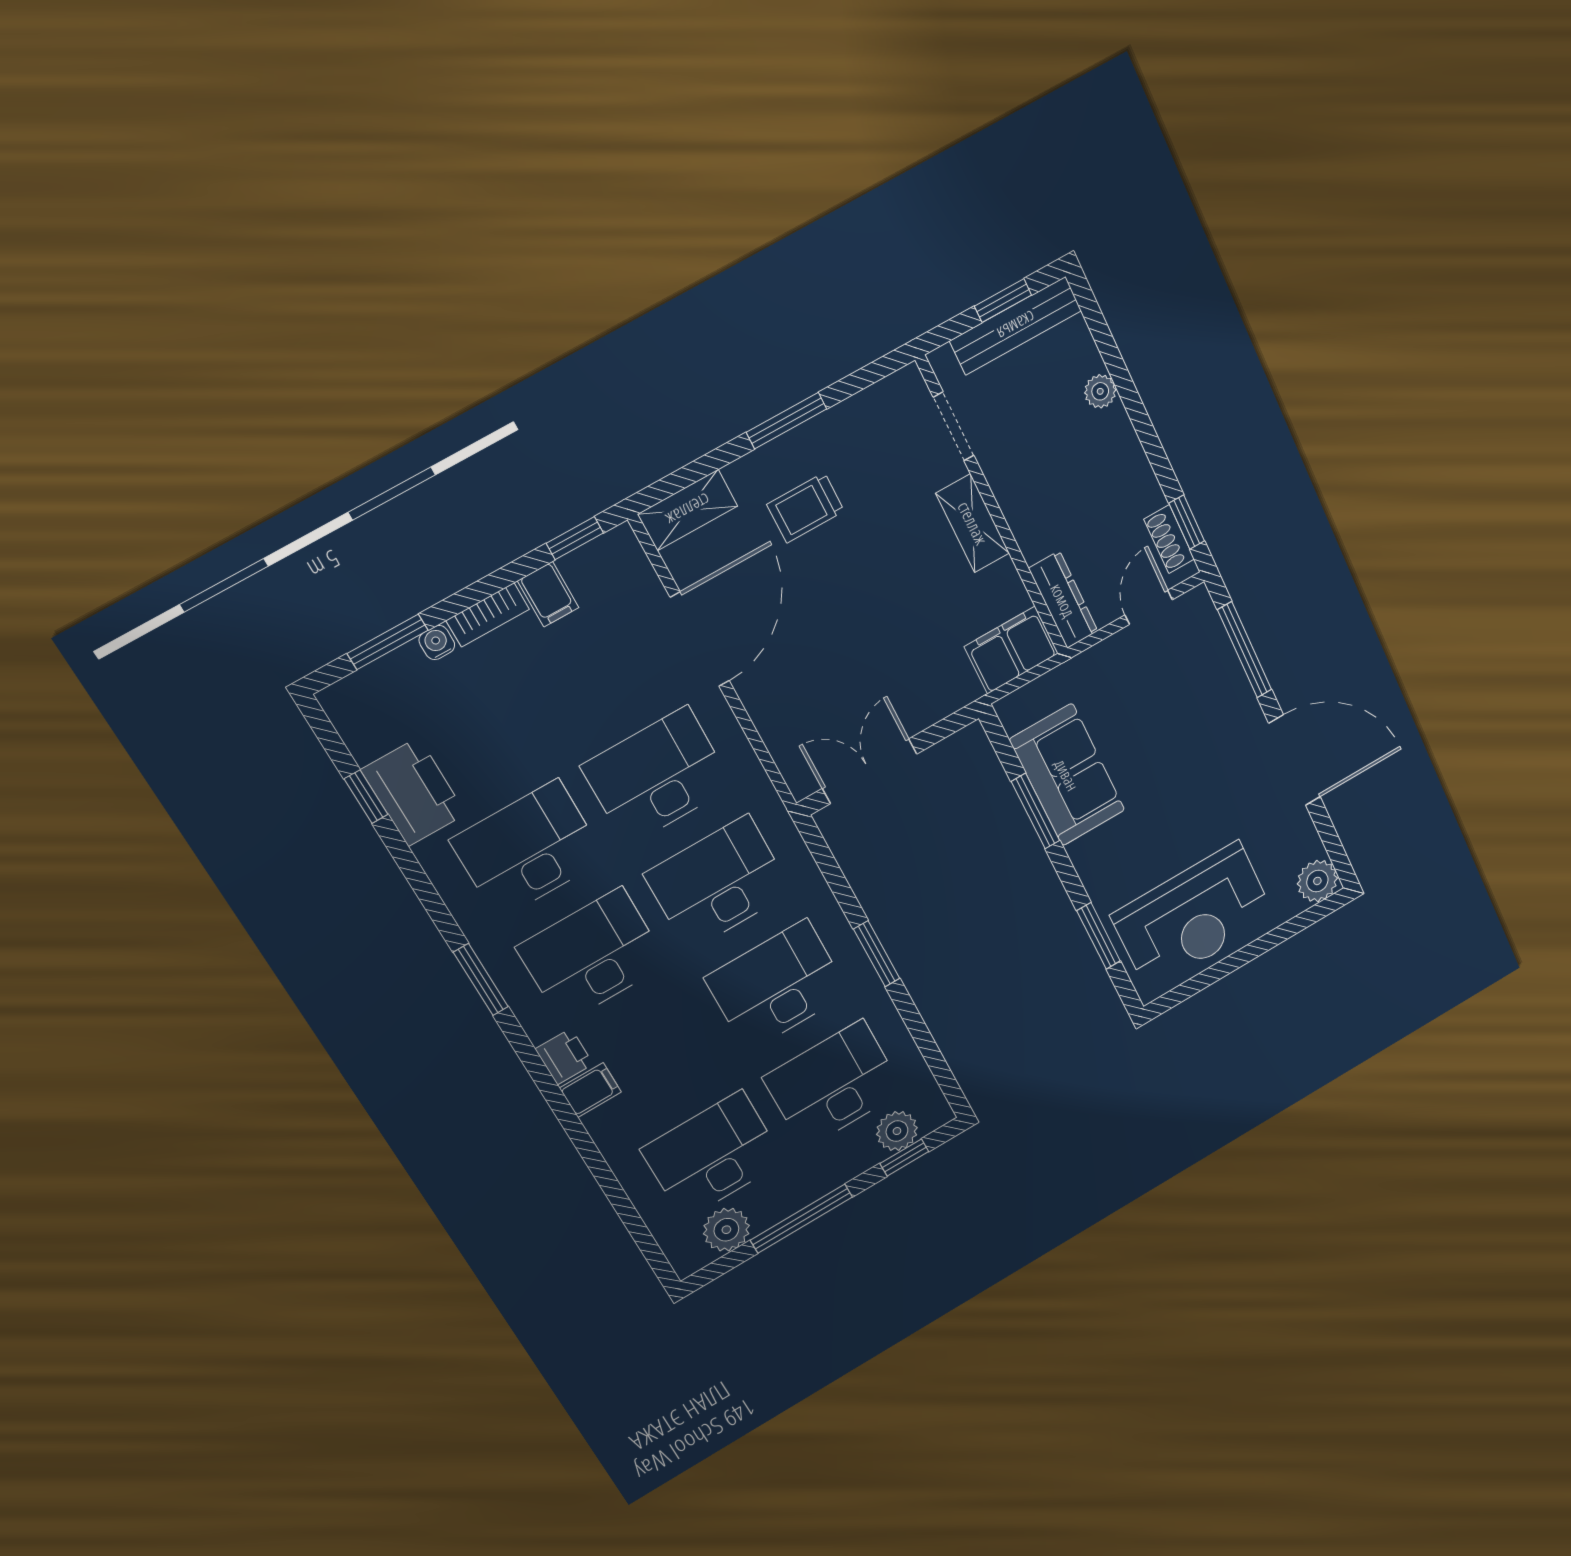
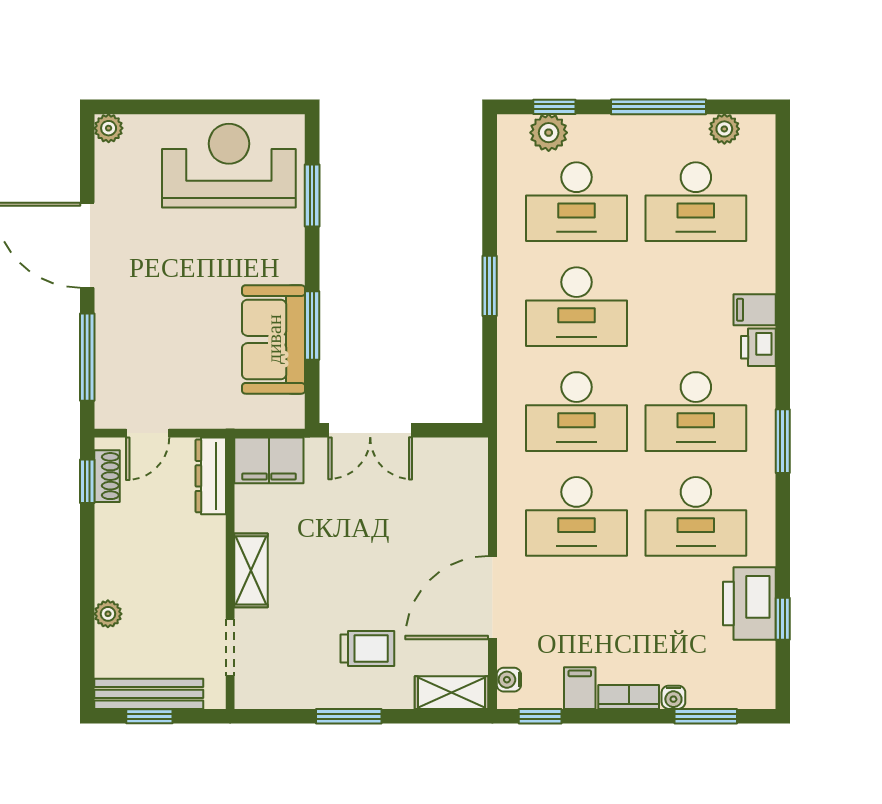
water cooler: (632, 560) -> (509, 680), added
double door: (870, 771) -> (370, 430), moved
plant: (1317, 881) -> (109, 128), width x0.73, depth x0.73
plant: (726, 1230) -> (724, 129), width x0.73, depth x0.73

